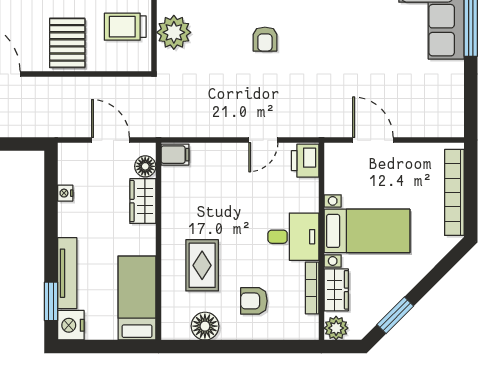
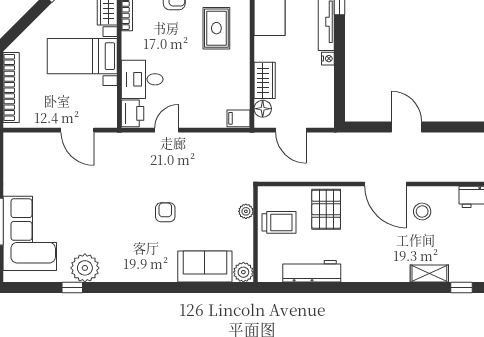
plant: (174, 32) -> (246, 211), width x0.53, depth x0.53
nightstand: (65, 193) -> (328, 59), moved
desk: (293, 237) -> (142, 79), moved

